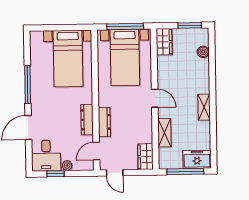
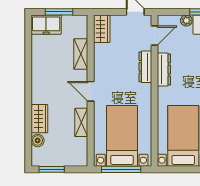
wardrobe: (164, 42) -> (39, 119), moved, turned 180
shelving: (204, 107) -> (81, 122), moved
window: (185, 172) -> (59, 12), width x0.69

